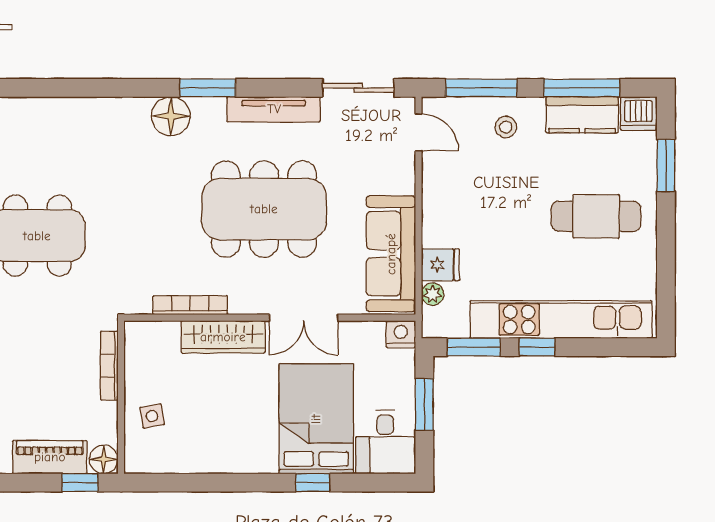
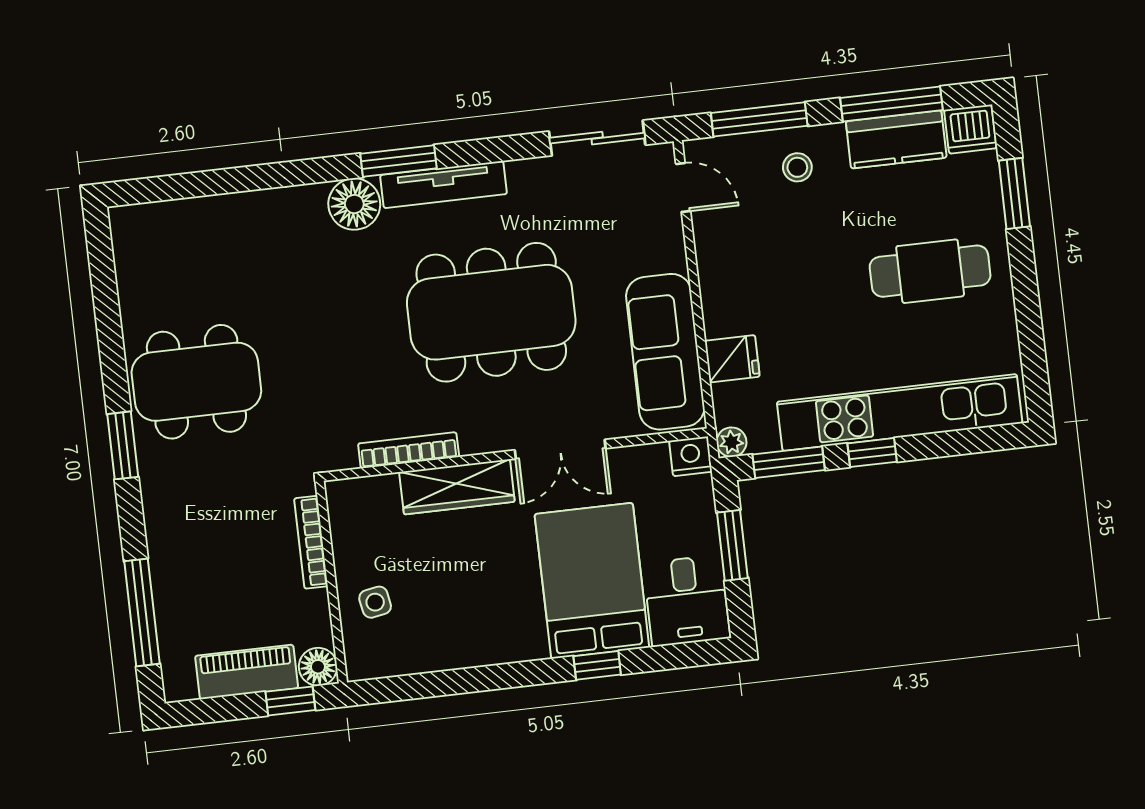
tv unit: (274, 109) -> (444, 185), moved
plant: (433, 294) -> (731, 442), moved

